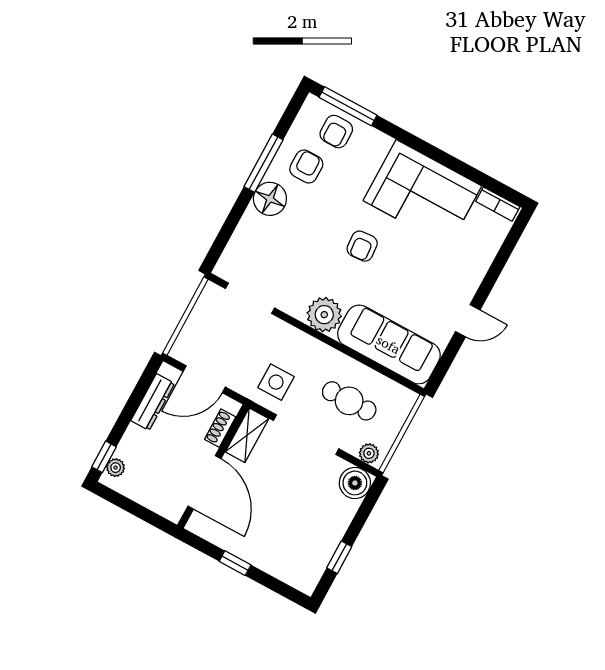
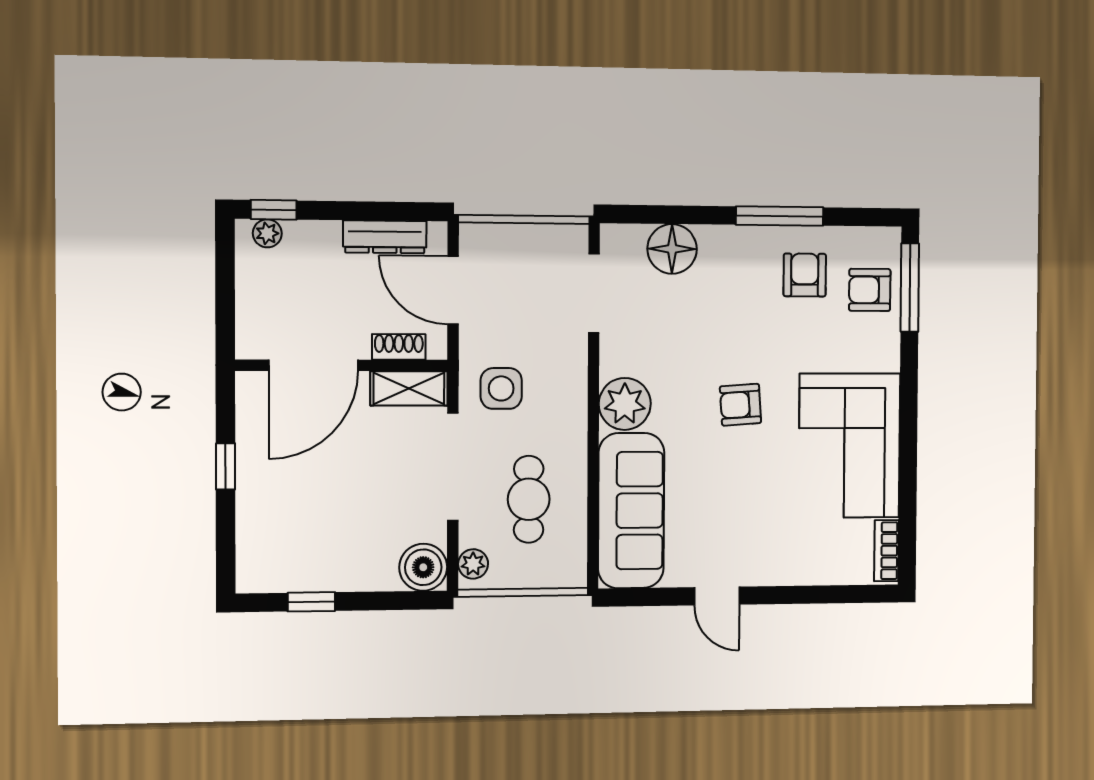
armchair: (306, 166) -> (805, 275), turned -90
floor lamp: (270, 199) -> (672, 249), moved

